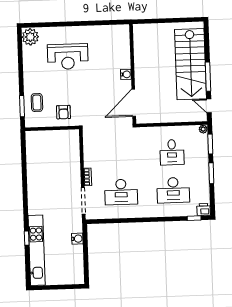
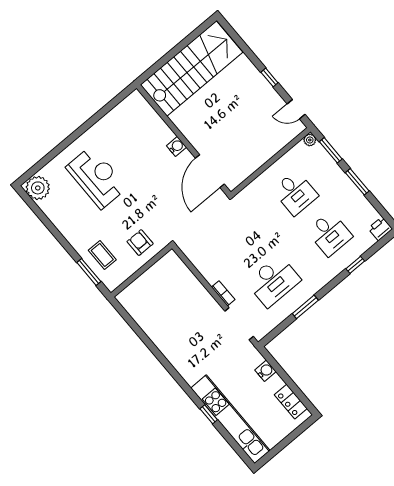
reception desk: (68, 57) -> (97, 177), turned -90
stairs: (191, 64) -> (192, 68), moved, turned -90
window: (208, 77) -> (269, 78), width x0.46
armchair: (63, 112) -> (140, 243), turned 180
desk: (173, 190) -> (330, 234), width x0.73
window: (194, 218) -> (355, 265), moved
window: (128, 220) -> (305, 307), added
locker: (78, 267) -> (291, 402), added

